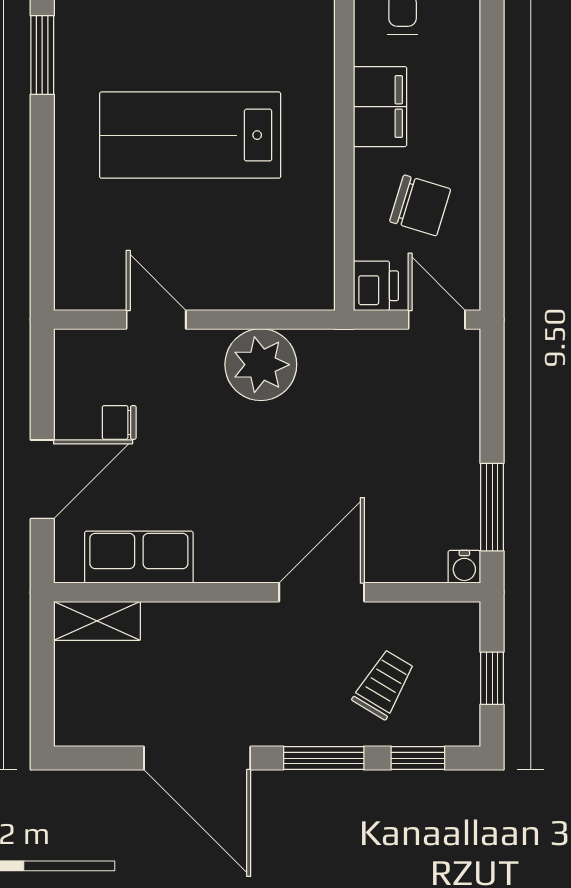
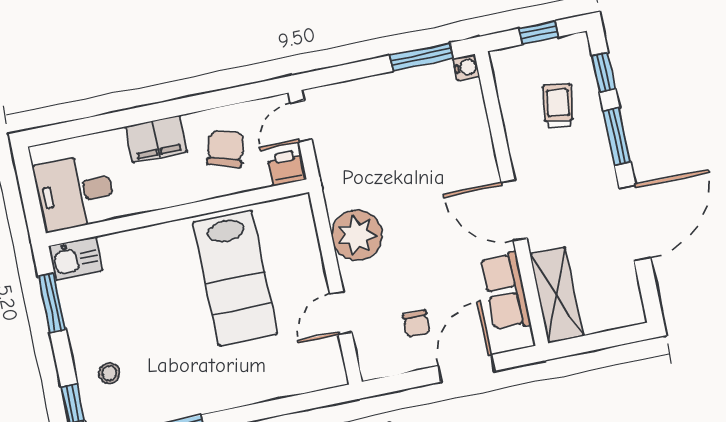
filing cabinet: (380, 107) -> (156, 139), moved, turned 180
lab bench: (190, 135) -> (235, 278), moved
door: (42, 479) -> (466, 368), hinge flipped
door: (322, 592) -> (514, 210), moved
shelving: (97, 621) -> (557, 295), width x1.50, depth x1.33
trolley: (384, 684) -> (558, 106), turned 67

